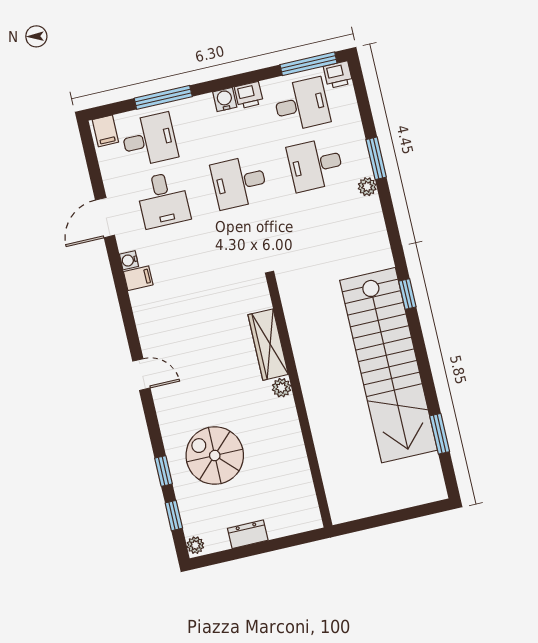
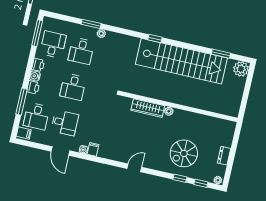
printer: (338, 75) -> (33, 87), moved
desk: (149, 140) -> (37, 116), turned 180
plant: (429, 486) -> (241, 69), added

